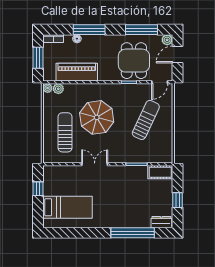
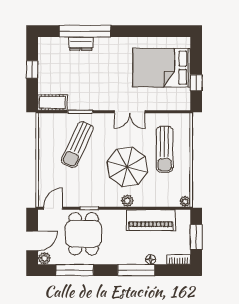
plant: (58, 89) -> (127, 201), moved
sun lounger: (146, 120) -> (77, 145), moved
bed: (67, 207) -> (162, 68), width x1.50
dresser: (161, 222) -> (81, 44), moved

